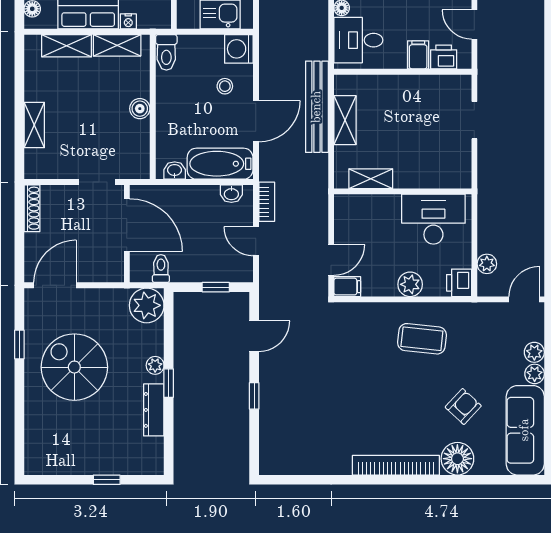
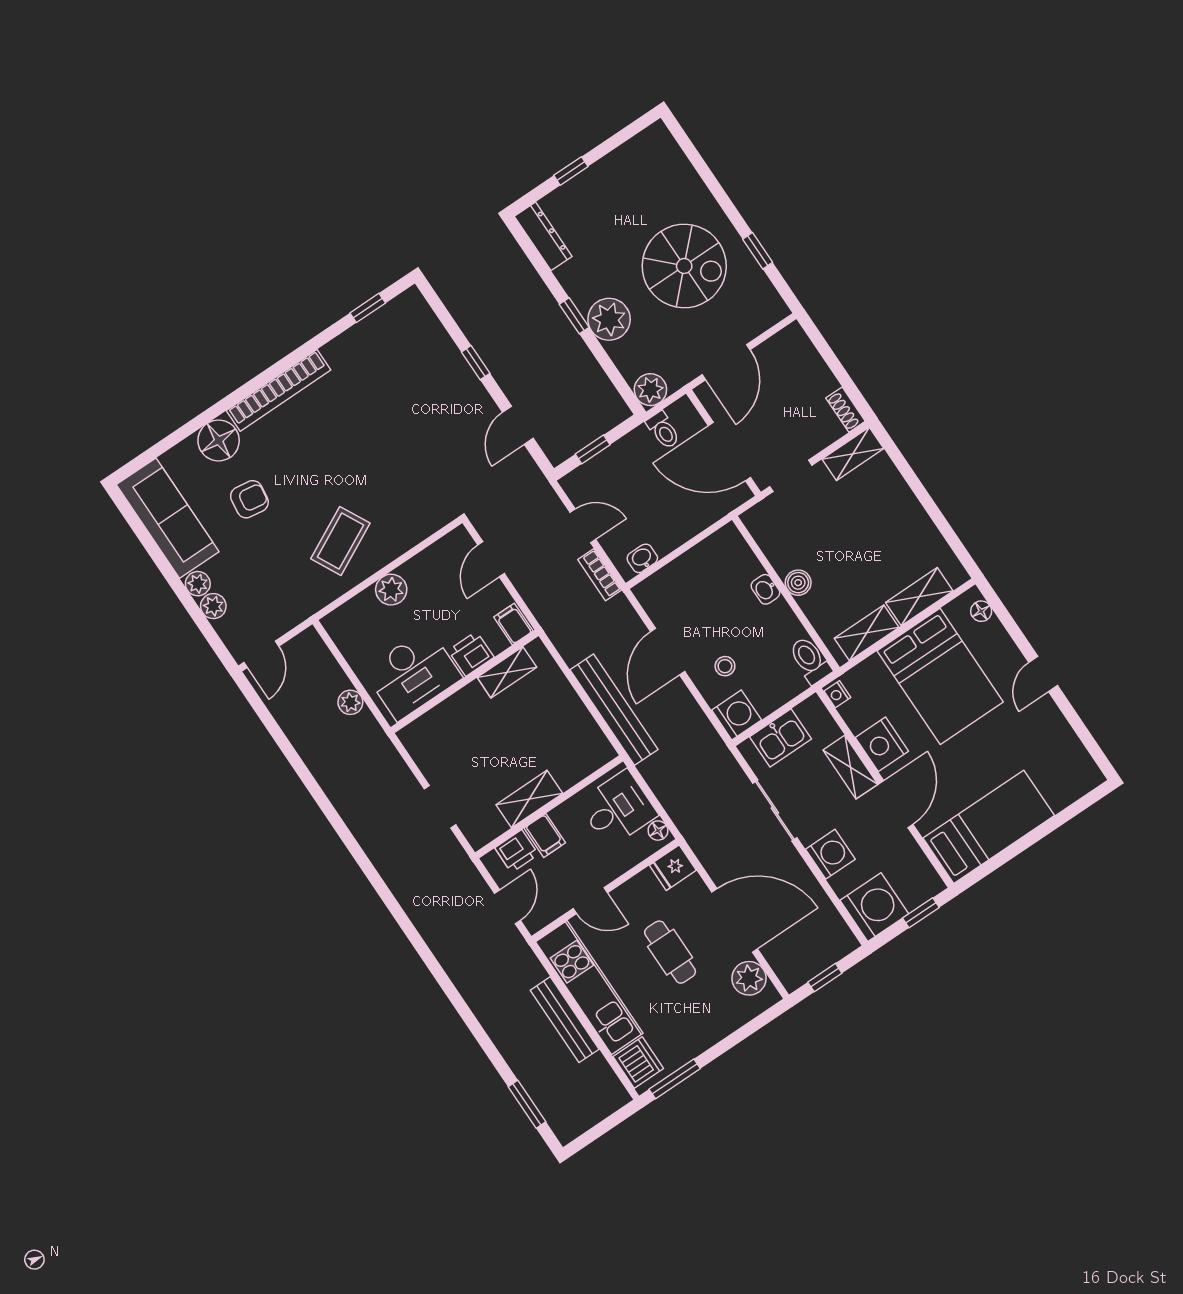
nightstand: (128, 21) -> (837, 694), moved, turned -90
door: (474, 24) -> (508, 907), hinge flipped
shelving: (345, 120) -> (529, 799), moved, turned 90
shelving: (34, 125) -> (853, 454), moved, turned 90
bathtub: (220, 164) -> (675, 582), removed
washbasin: (175, 171) -> (765, 589), moved, turned 90
shoe rack: (32, 208) -> (846, 410), width x0.70
plant: (487, 264) -> (350, 702), moved
printer: (459, 283) -> (471, 654), moved, turned -90
door: (55, 285) -> (726, 362), moved
filing cabinet: (347, 287) -> (513, 624), moved, turned 90
plant: (147, 305) -> (650, 390), width x0.73, depth x0.73
coffee table: (422, 339) -> (340, 541), turned -33
plant: (155, 365) -> (609, 319), width x1.88, depth x1.88
armchair: (463, 406) -> (249, 499), turned -125
dresser: (154, 410) -> (543, 236), moved
window: (301, 480) -> (368, 308), added

